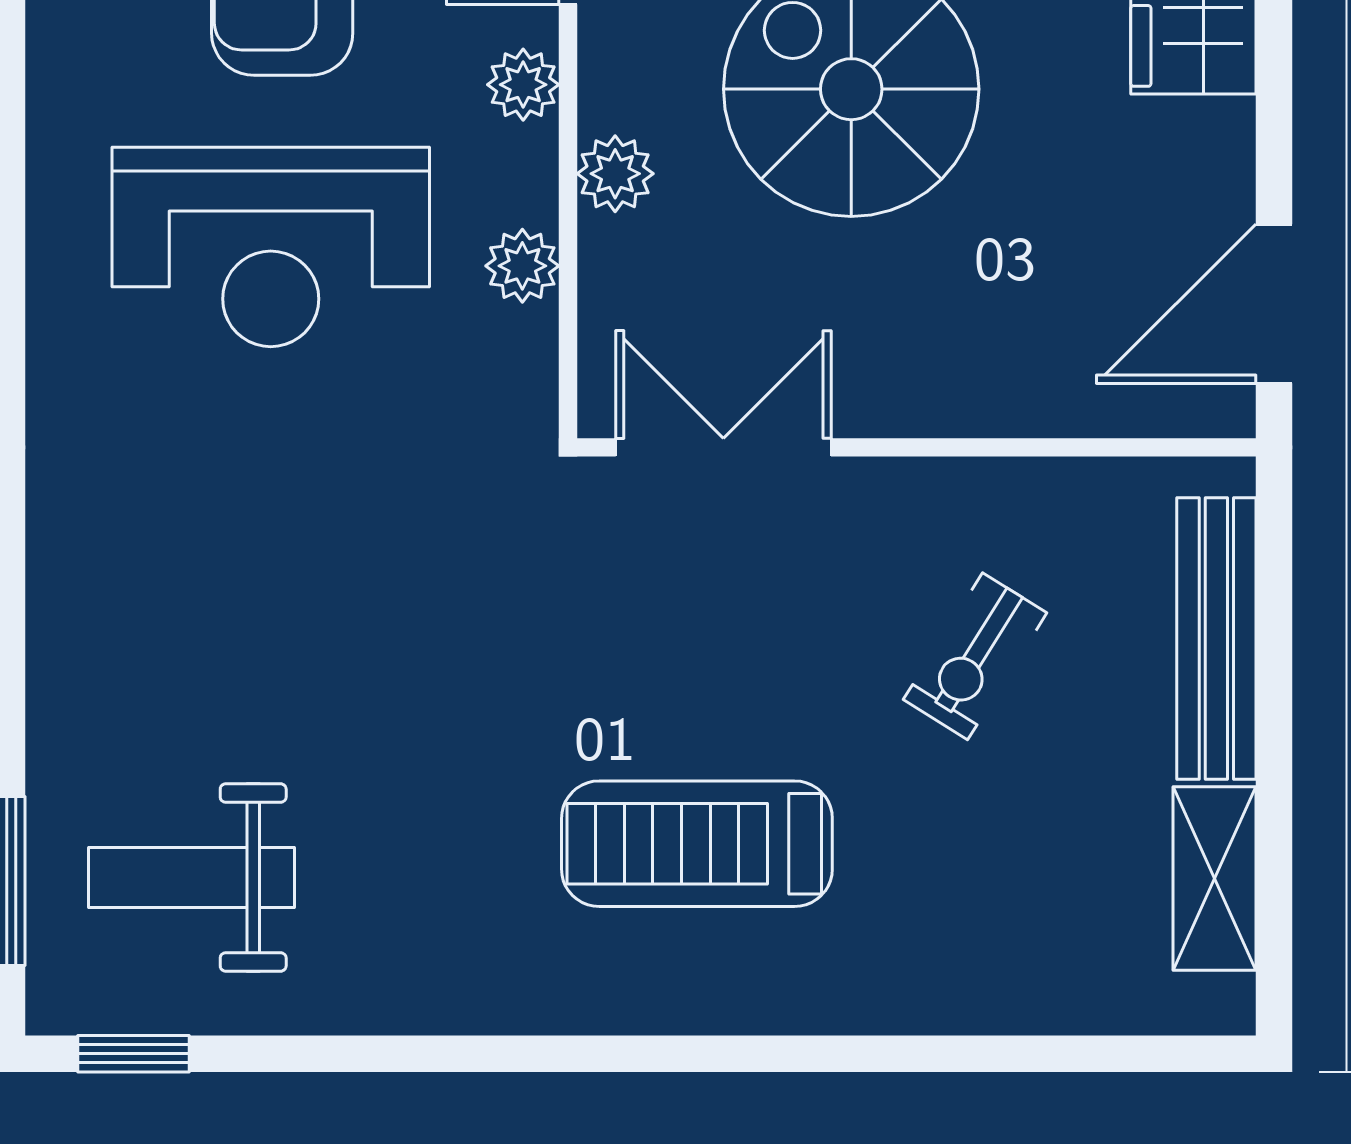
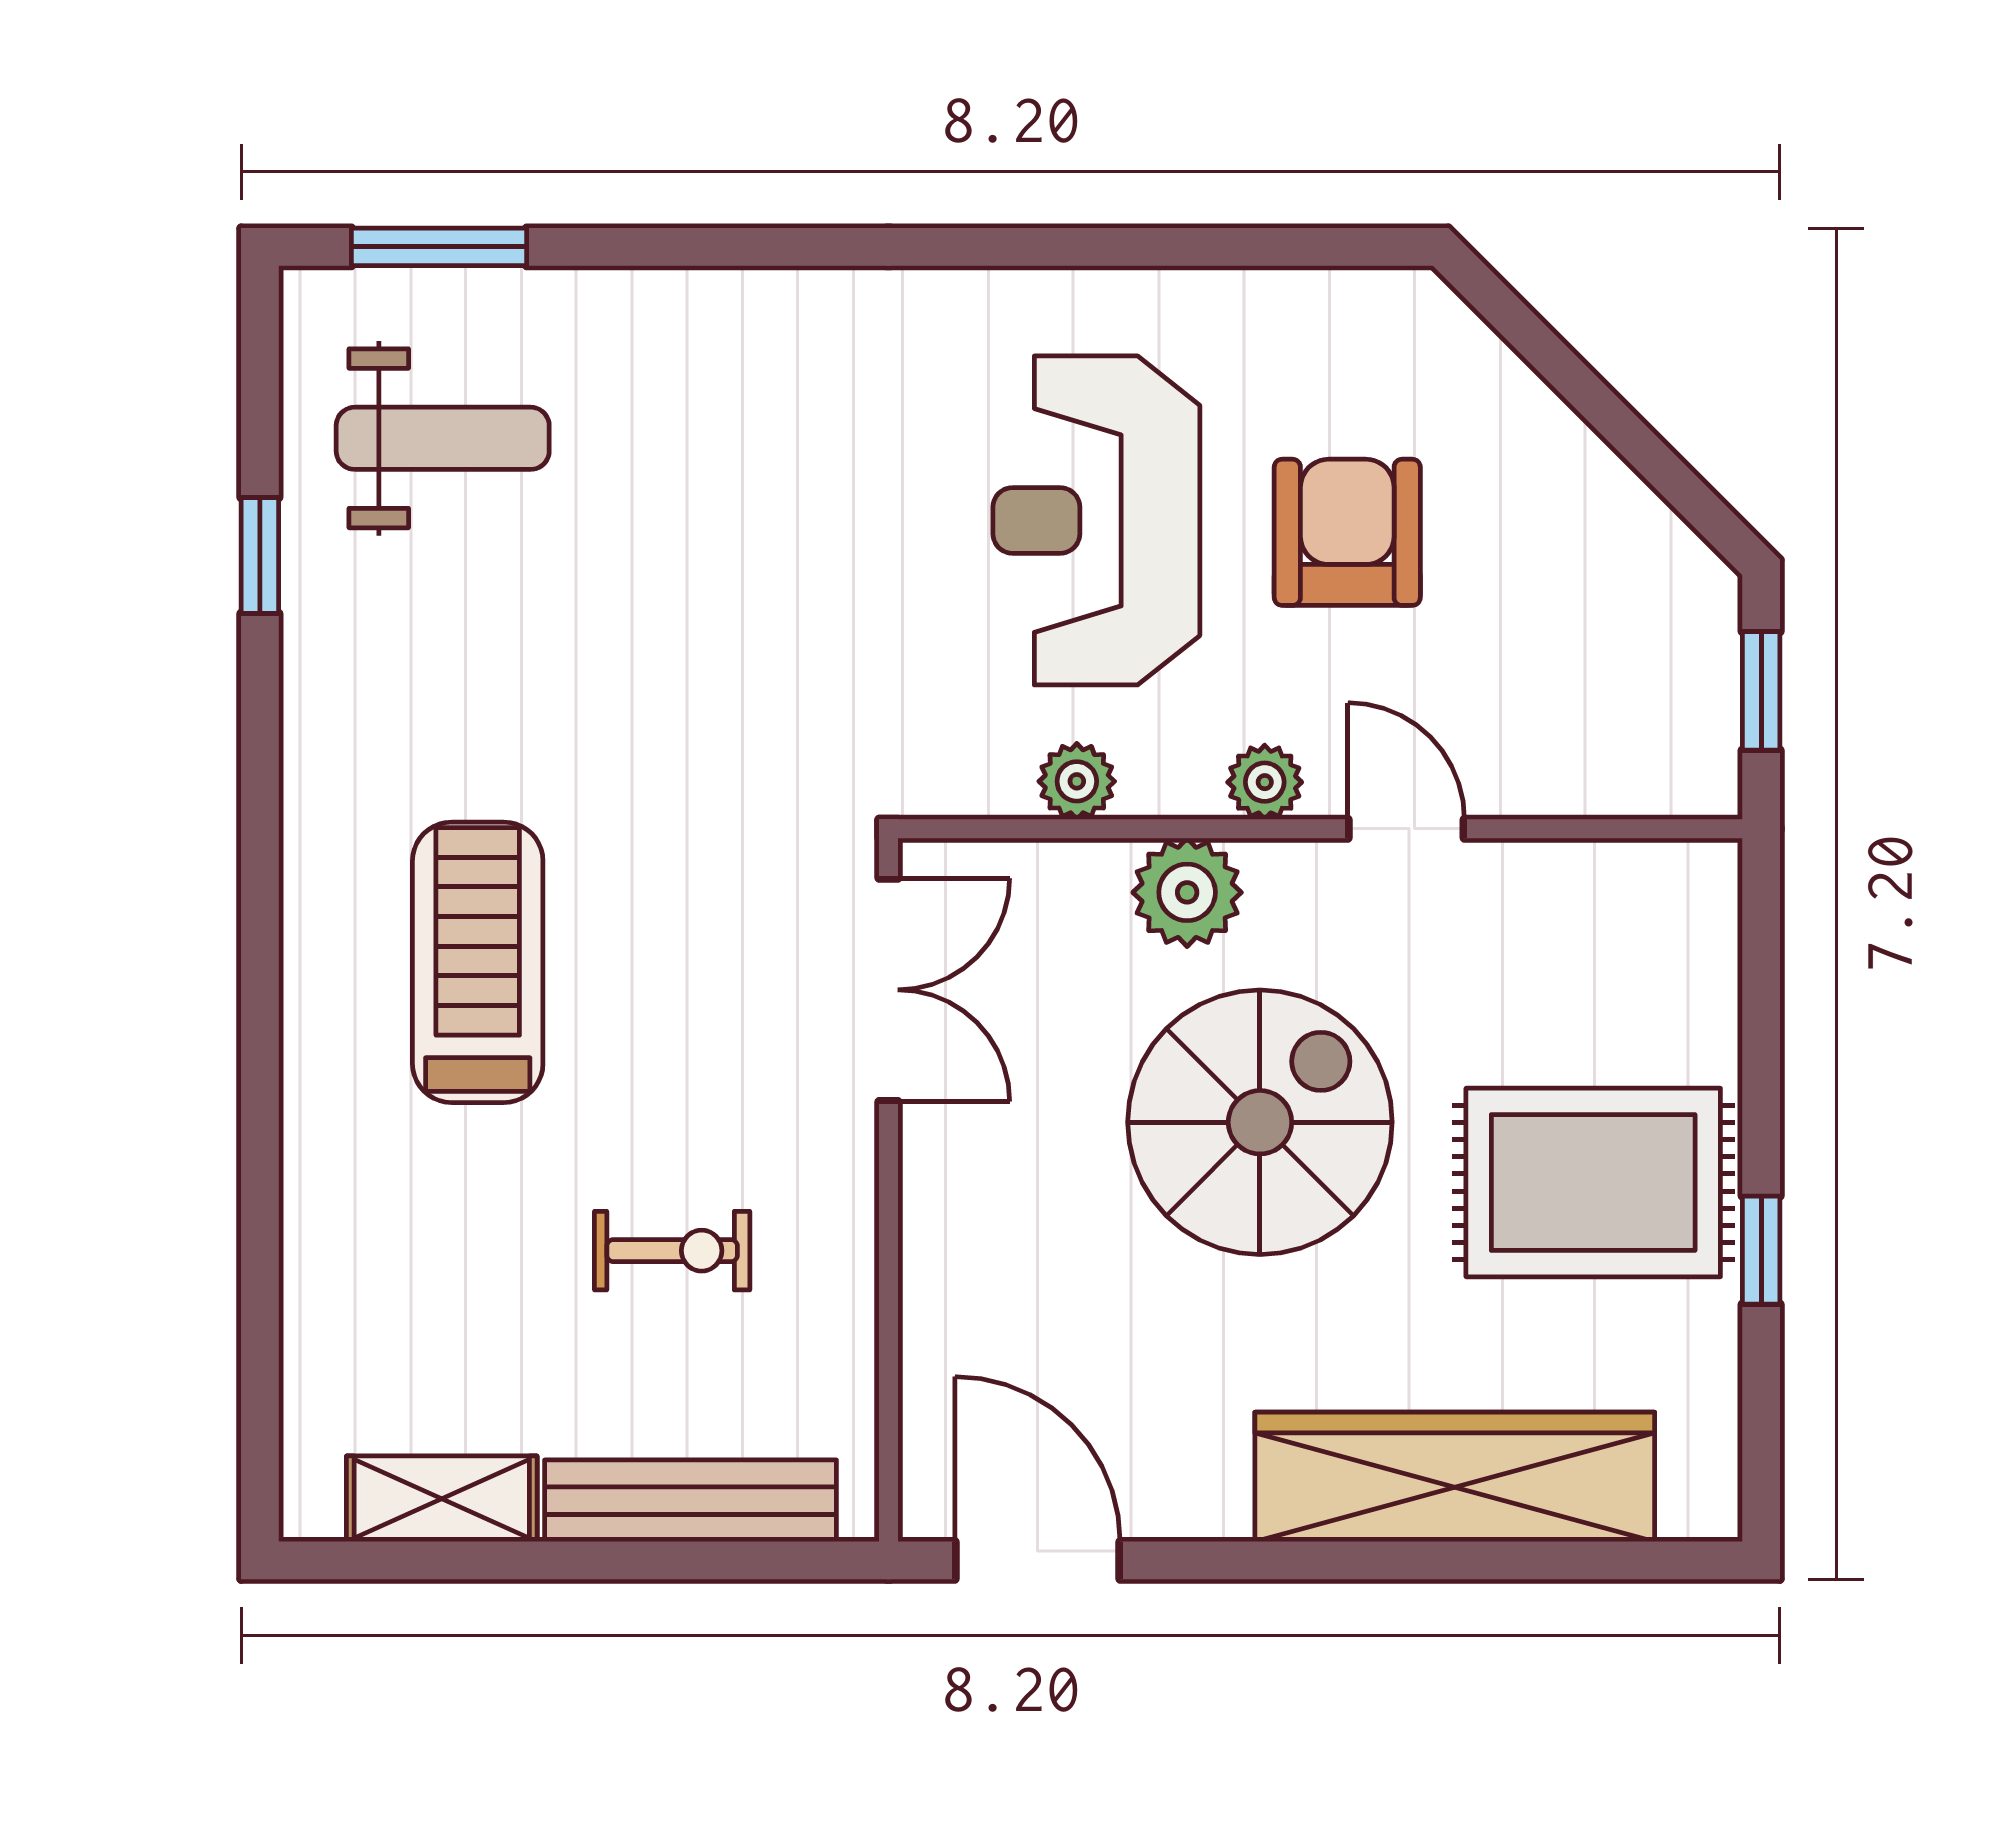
plant: (615, 174) -> (1187, 892), width x1.38, depth x1.38
exercise bike: (975, 656) -> (672, 1251), turned 148
weight bench: (192, 878) -> (443, 438), turned 90
window: (134, 1054) -> (260, 556), moved

